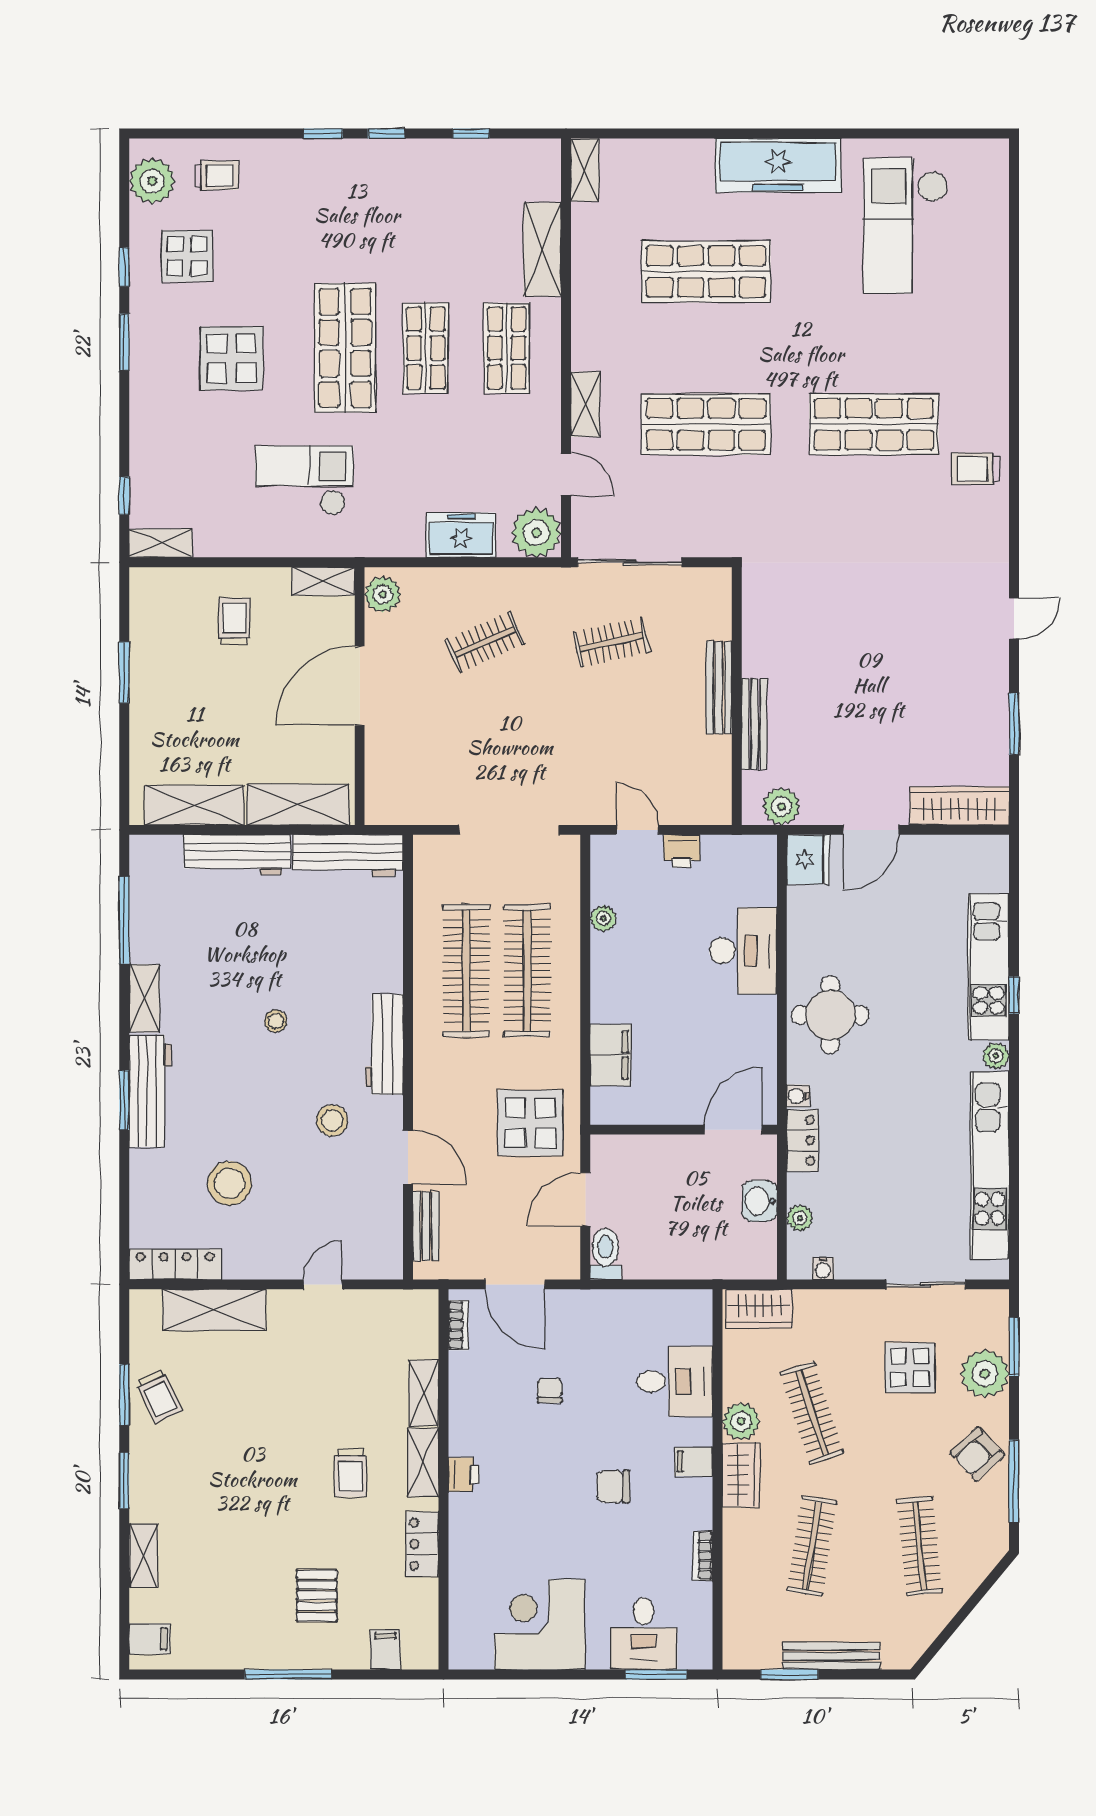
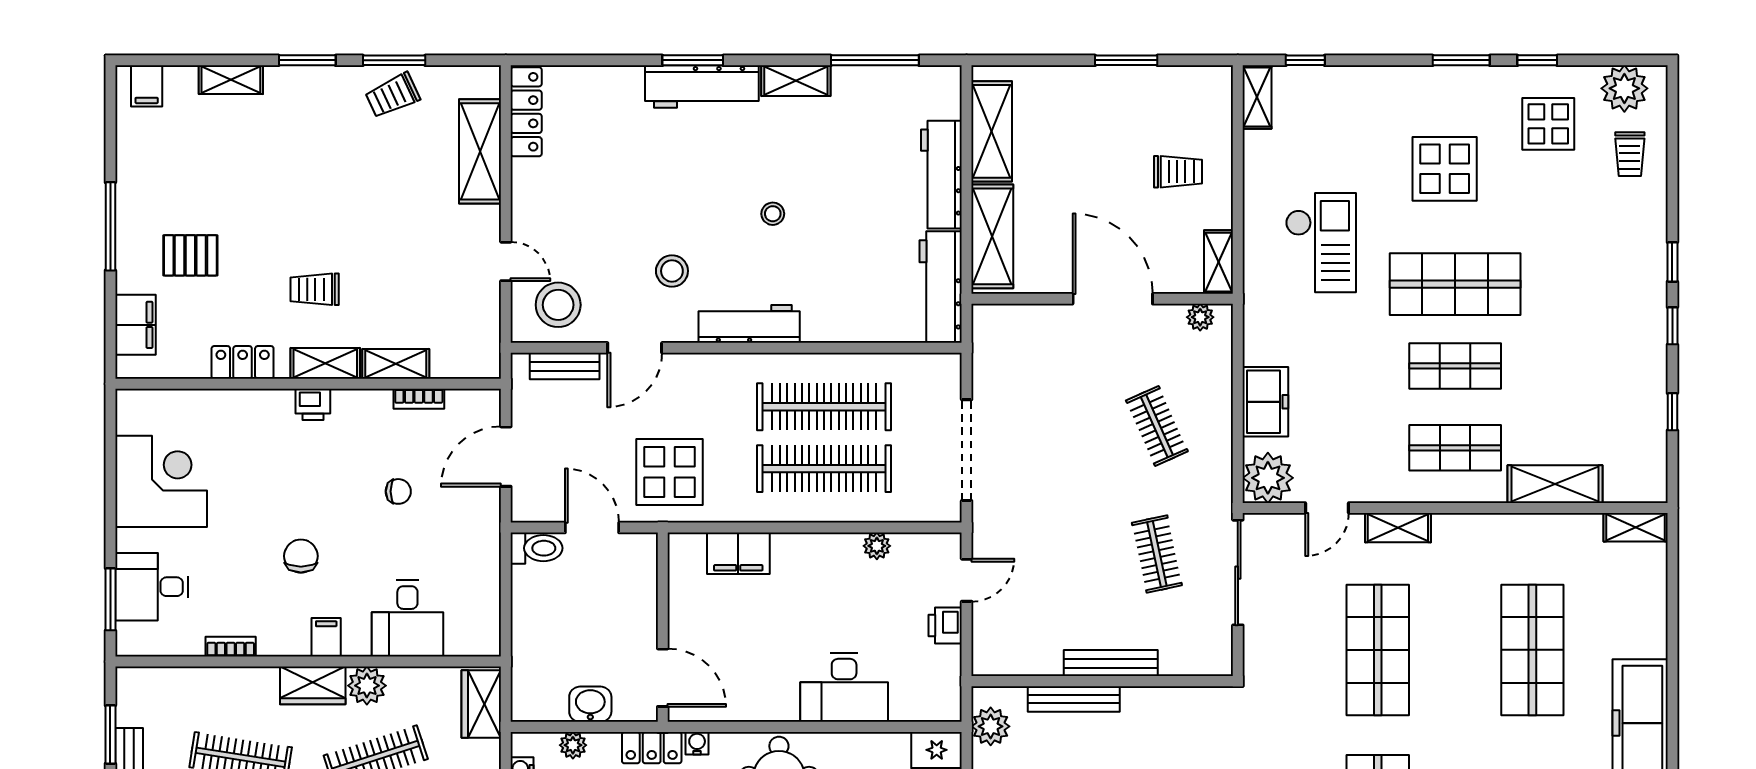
plant: (383, 594) -> (1200, 317), width x0.73, depth x0.73
stool: (230, 1183) -> (558, 305), moved
bookcase: (458, 1325) -> (419, 399), moved
filing cabinet: (385, 1650) -> (135, 325), width x2.00

